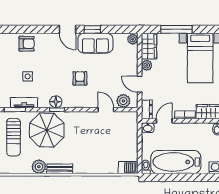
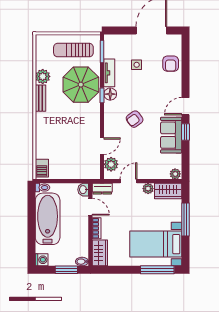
armchair: (80, 78) -> (135, 119), turned 143
tv unit: (24, 103) -> (109, 73), moved

